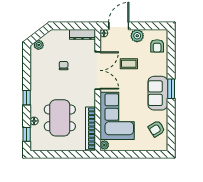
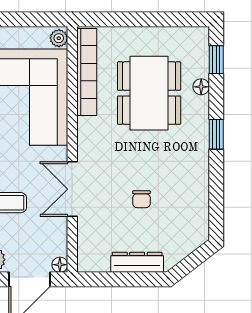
dresser: (83, 34) -> (137, 262), moved
plant: (39, 45) -> (192, 241), removed
double door: (98, 70) -> (72, 189), width x0.73

